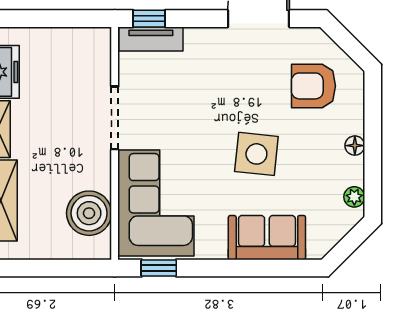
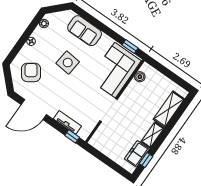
tv unit: (151, 39) -> (67, 122), moved
armchair: (313, 86) -> (31, 72), turned -125
boiler: (89, 213) -> (140, 77), width x0.54, depth x0.54

